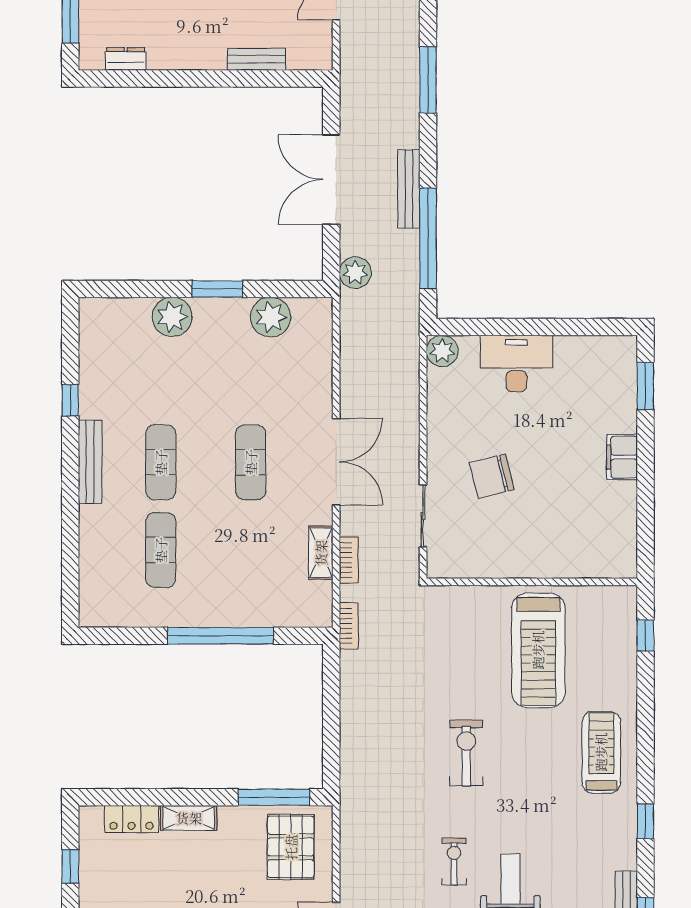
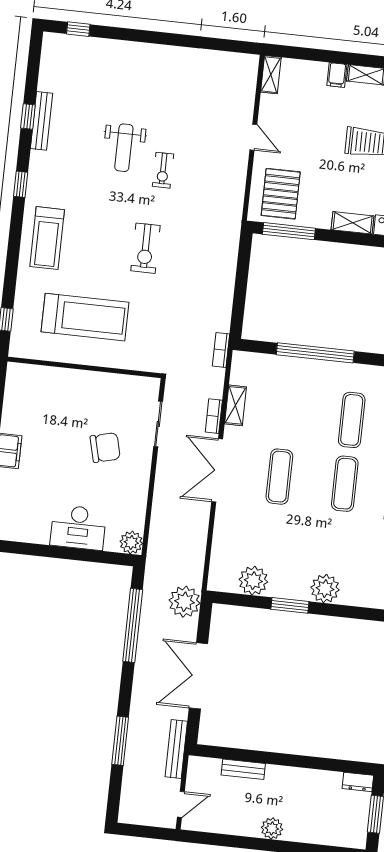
dresser: (126, 59) -> (358, 782), moved
double door: (331, 180) -> (198, 676), swing flipped
bench: (409, 189) -> (176, 749), moved
plant: (355, 273) -> (185, 602), width x1.36, depth x1.36
bookcase: (349, 560) -> (214, 416), moved
treadmill: (538, 650) -> (85, 317), turned 90

